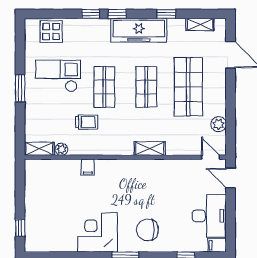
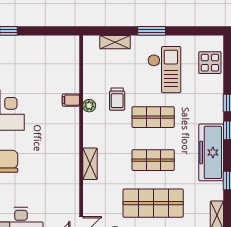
shelving: (39, 149) -> (115, 42), moved, turned 90
plant: (62, 149) -> (89, 106), moved

